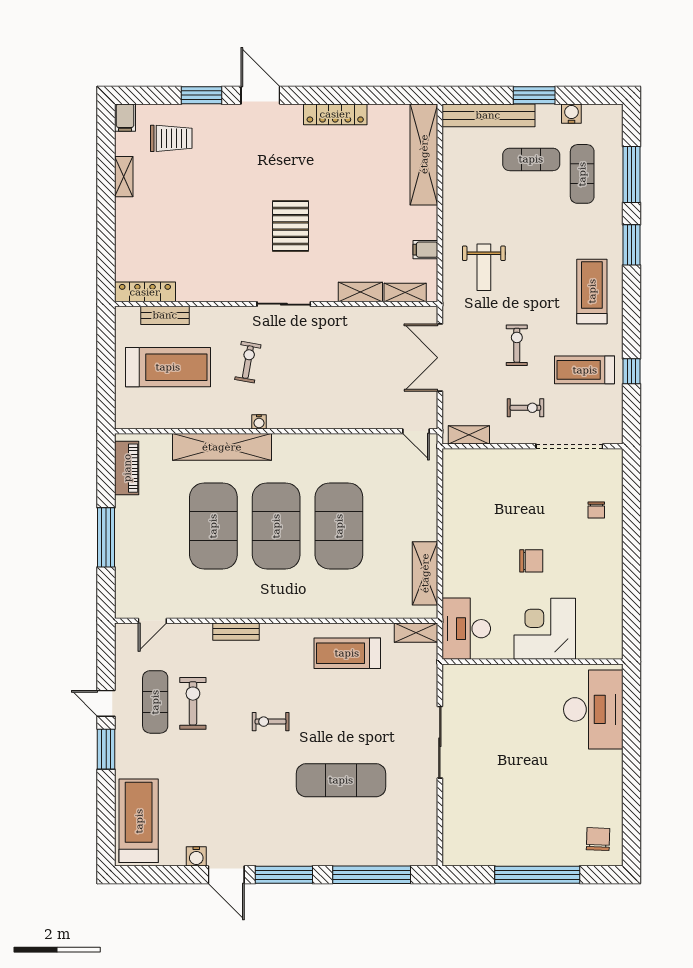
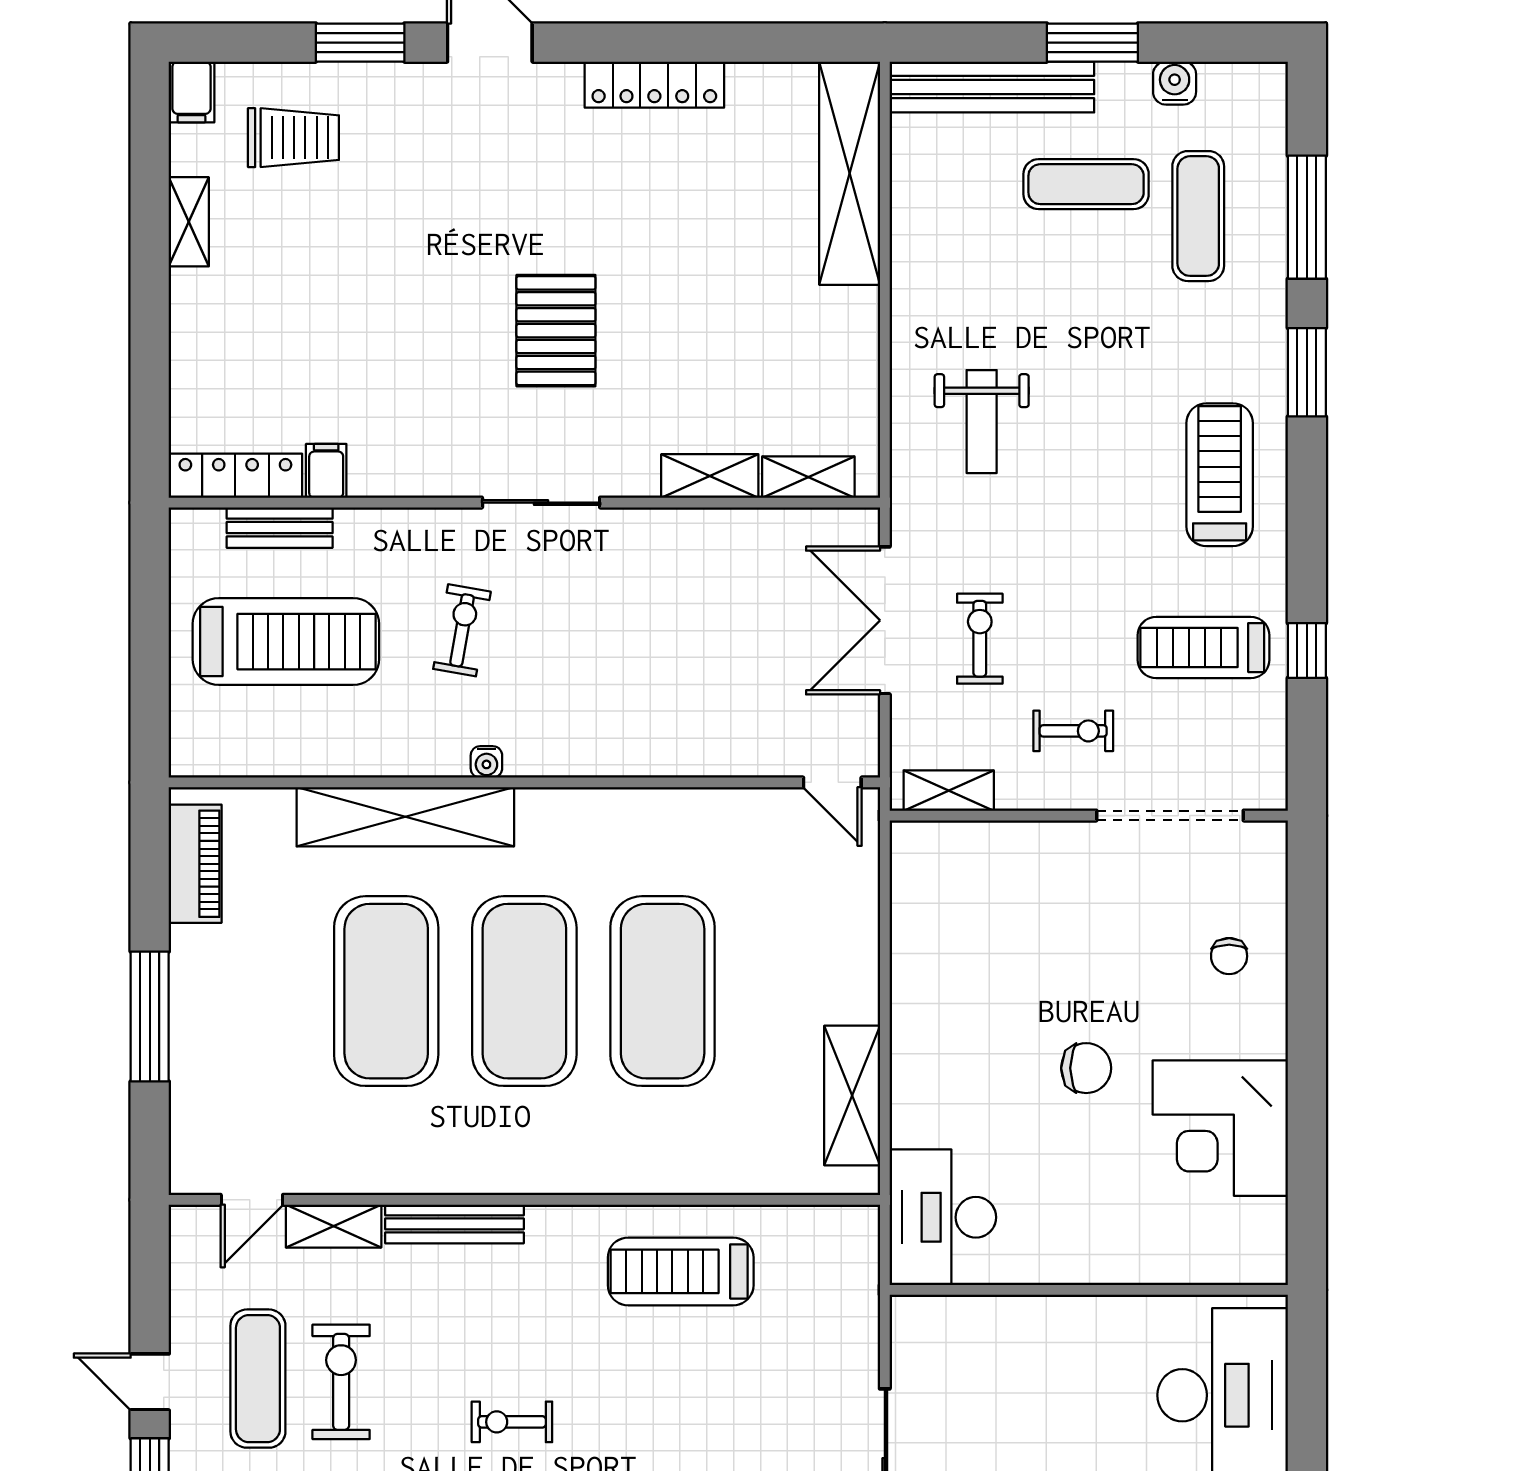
filing cabinet: (425, 250) -> (326, 471), moved, turned 90
exercise bike: (517, 345) -> (980, 639), moved
corner desk: (545, 629) -> (1220, 1128), moved, turned -90
bench: (236, 632) -> (454, 1224), width x1.36
shelving: (416, 633) -> (334, 1226), moved

